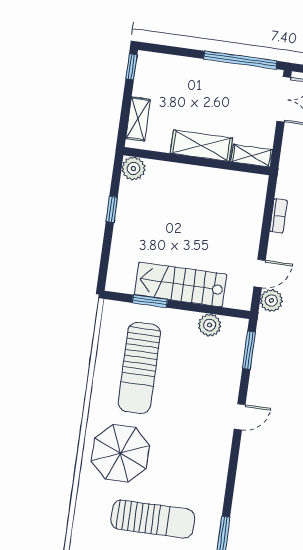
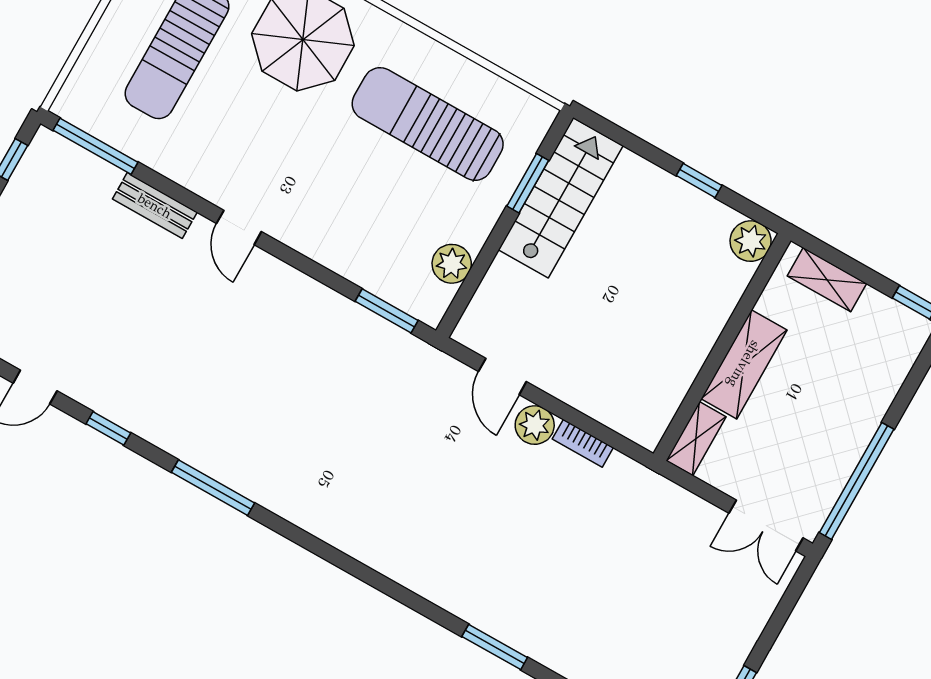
stairs: (181, 284) -> (561, 198), moved
plant: (271, 300) -> (535, 425), moved
door: (240, 417) -> (239, 227), moved
bench: (242, 498) -> (155, 206), added

